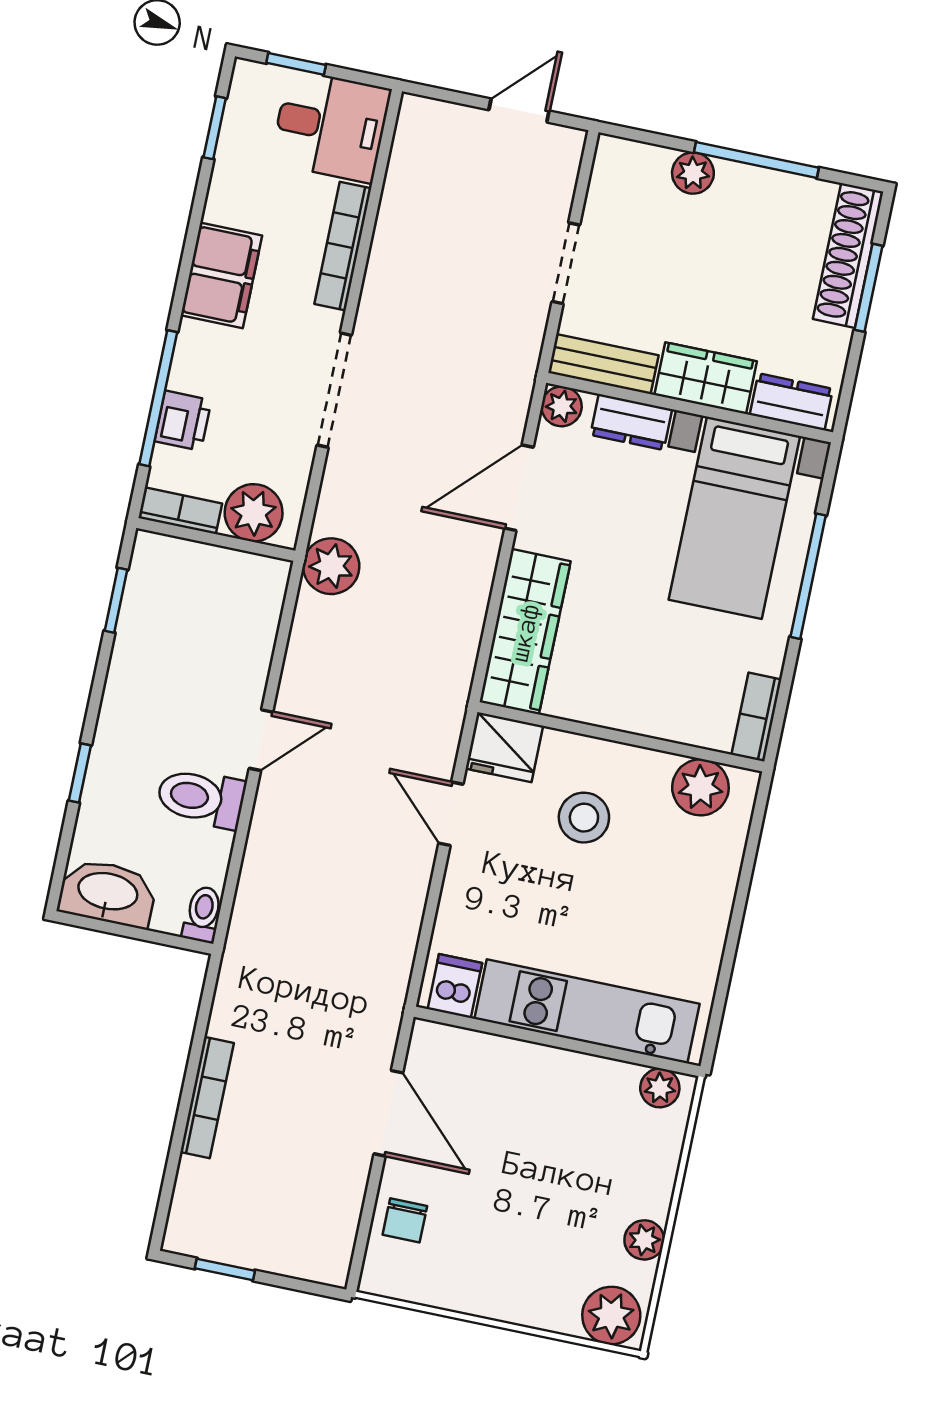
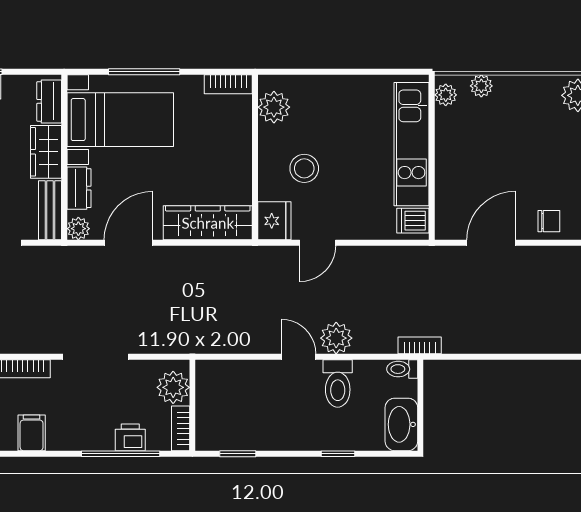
filing cabinet: (221, 275) -> (32, 433), width x0.50
door: (519, 488) -> (128, 243), swing flipped
plant: (331, 566) -> (336, 338), moved
bookcase: (207, 1098) -> (420, 345), moved, width x0.64
plant: (644, 1240) -> (481, 86), moved

